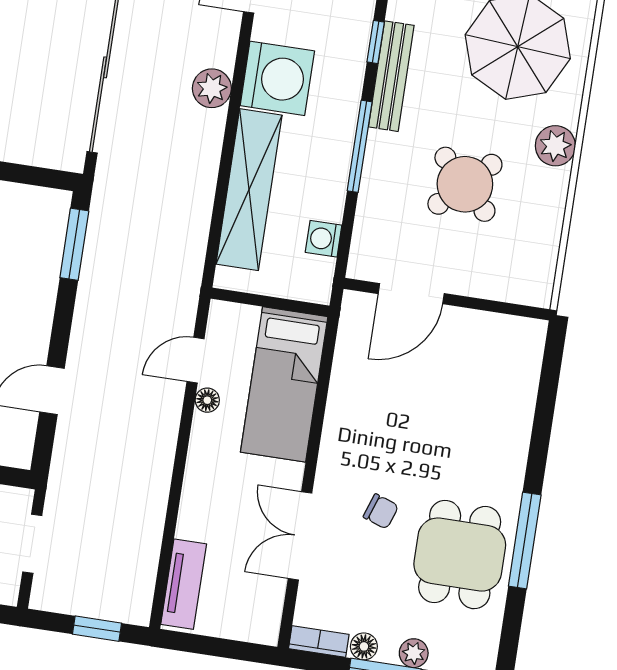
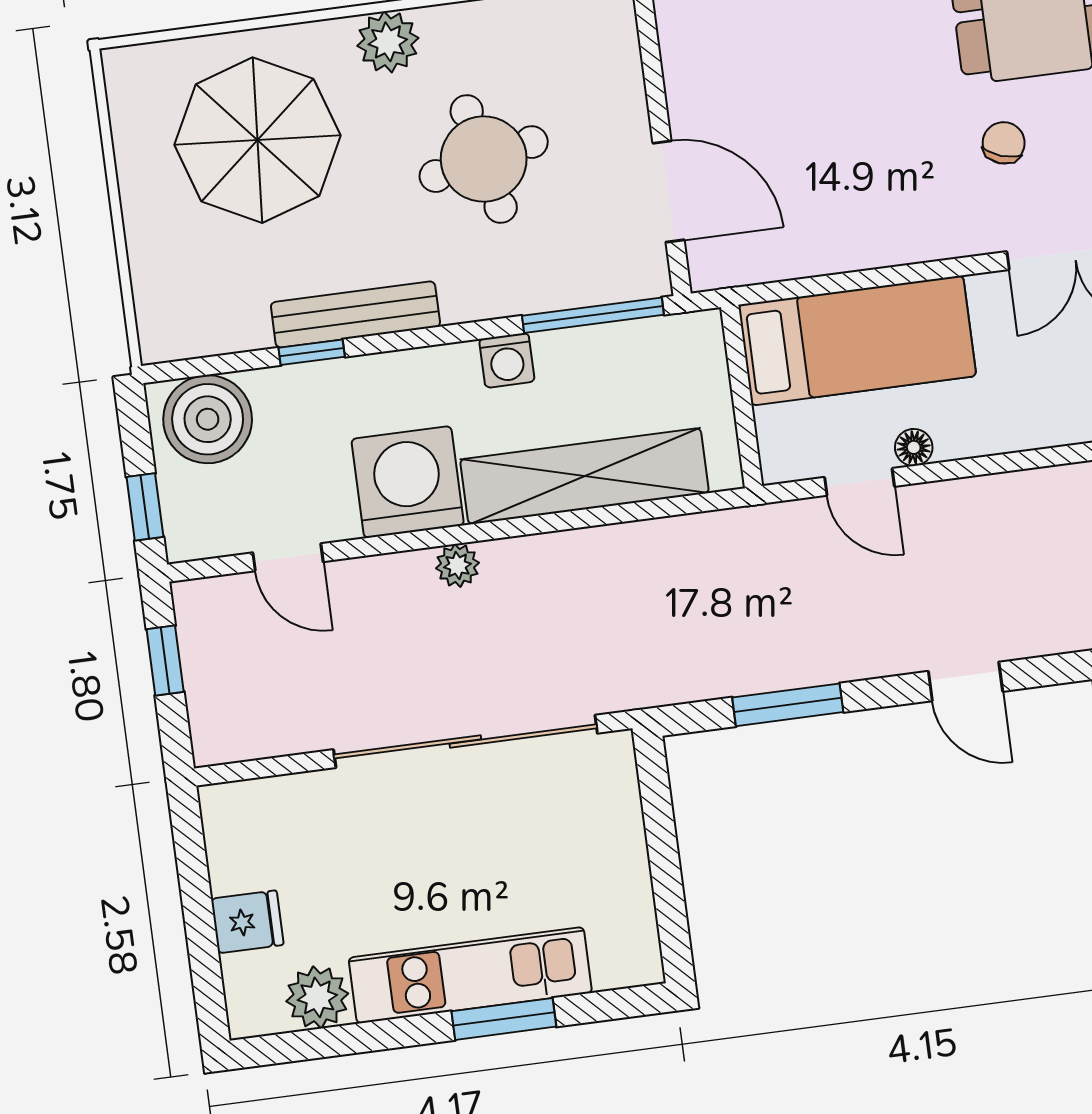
plant: (212, 88) -> (457, 565), width x0.73, depth x0.73
window: (360, 146) -> (593, 315), moved
round table: (465, 184) -> (484, 159), turned 33
washing machine: (324, 239) -> (507, 360), moved
window: (74, 244) -> (788, 705), moved

